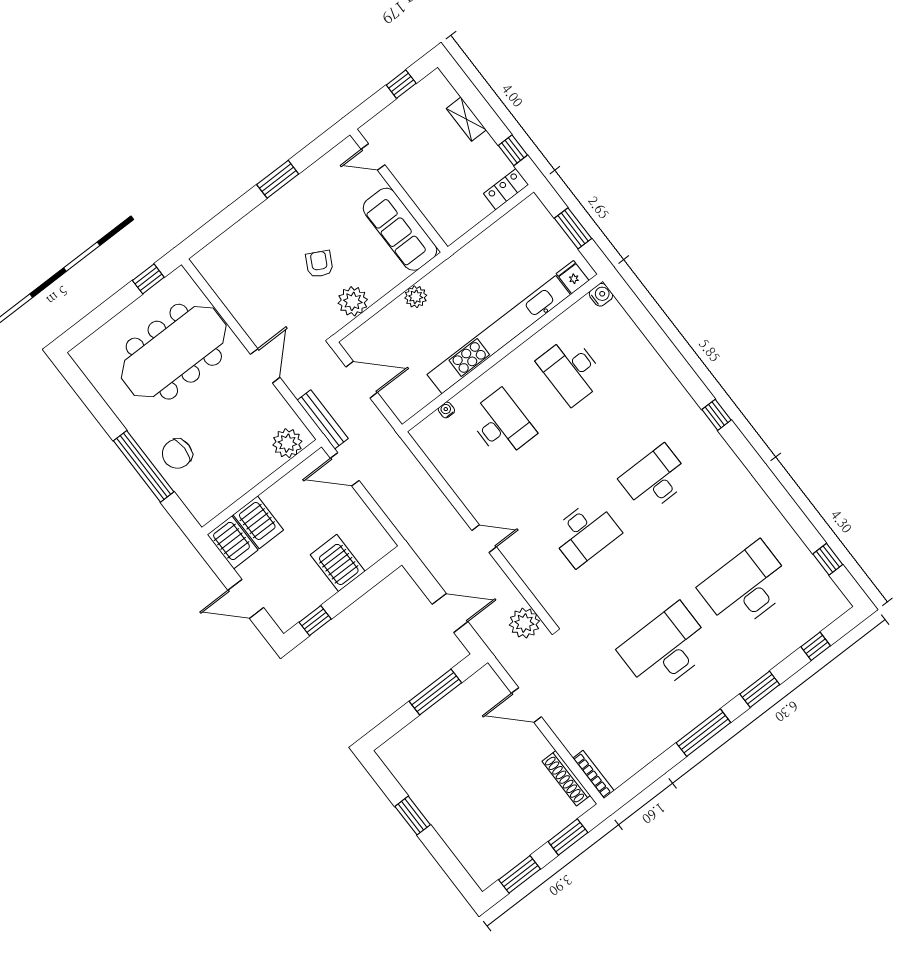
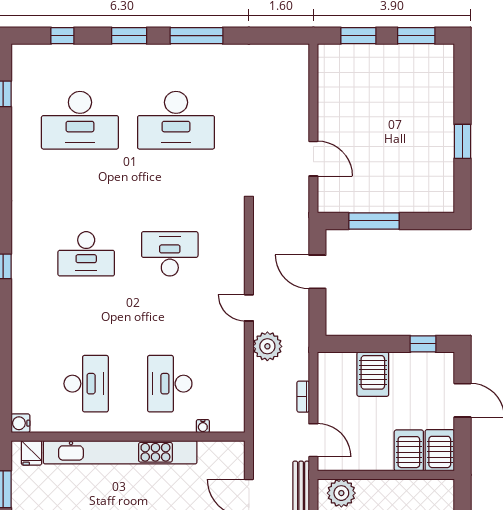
plant: (524, 623) -> (267, 346), moved
bookcase: (593, 774) -> (303, 397), moved, width x0.64
shoe rack: (566, 778) -> (326, 81), removed

